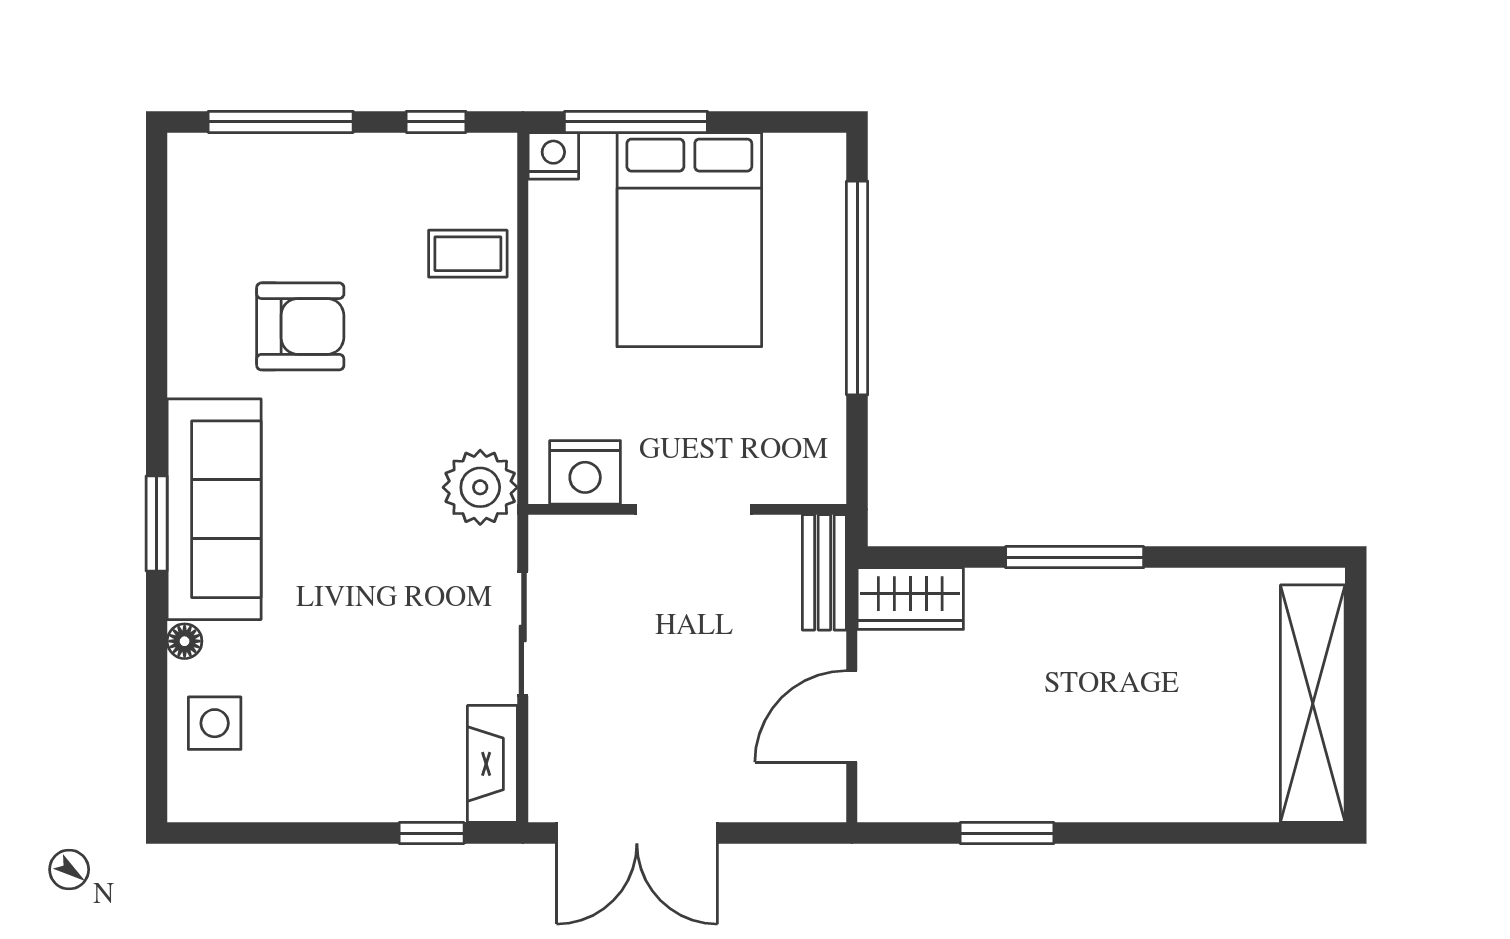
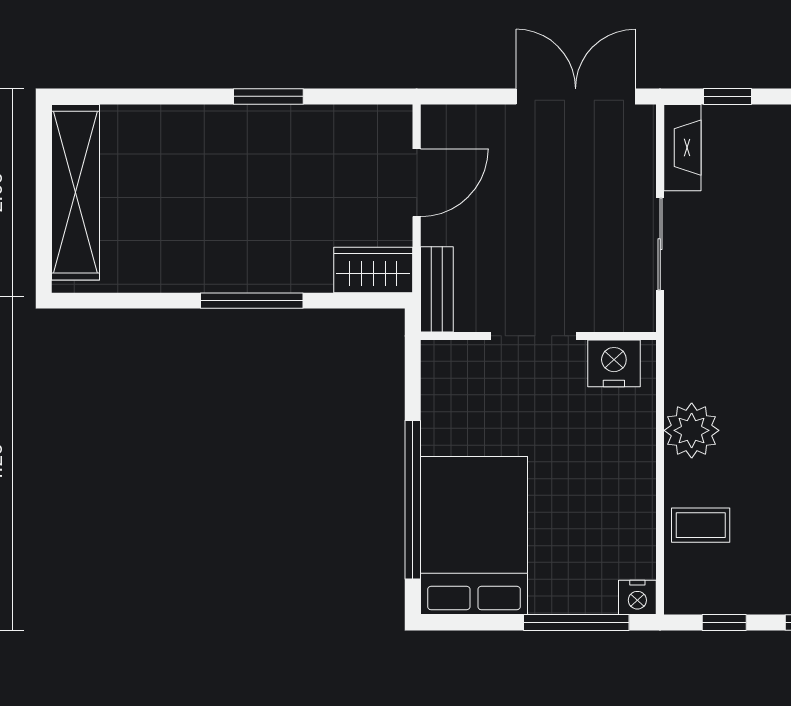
bed: (689, 240) -> (474, 535), moved
plant: (480, 487) -> (692, 430), moved
window: (1007, 833) -> (268, 96), moved

